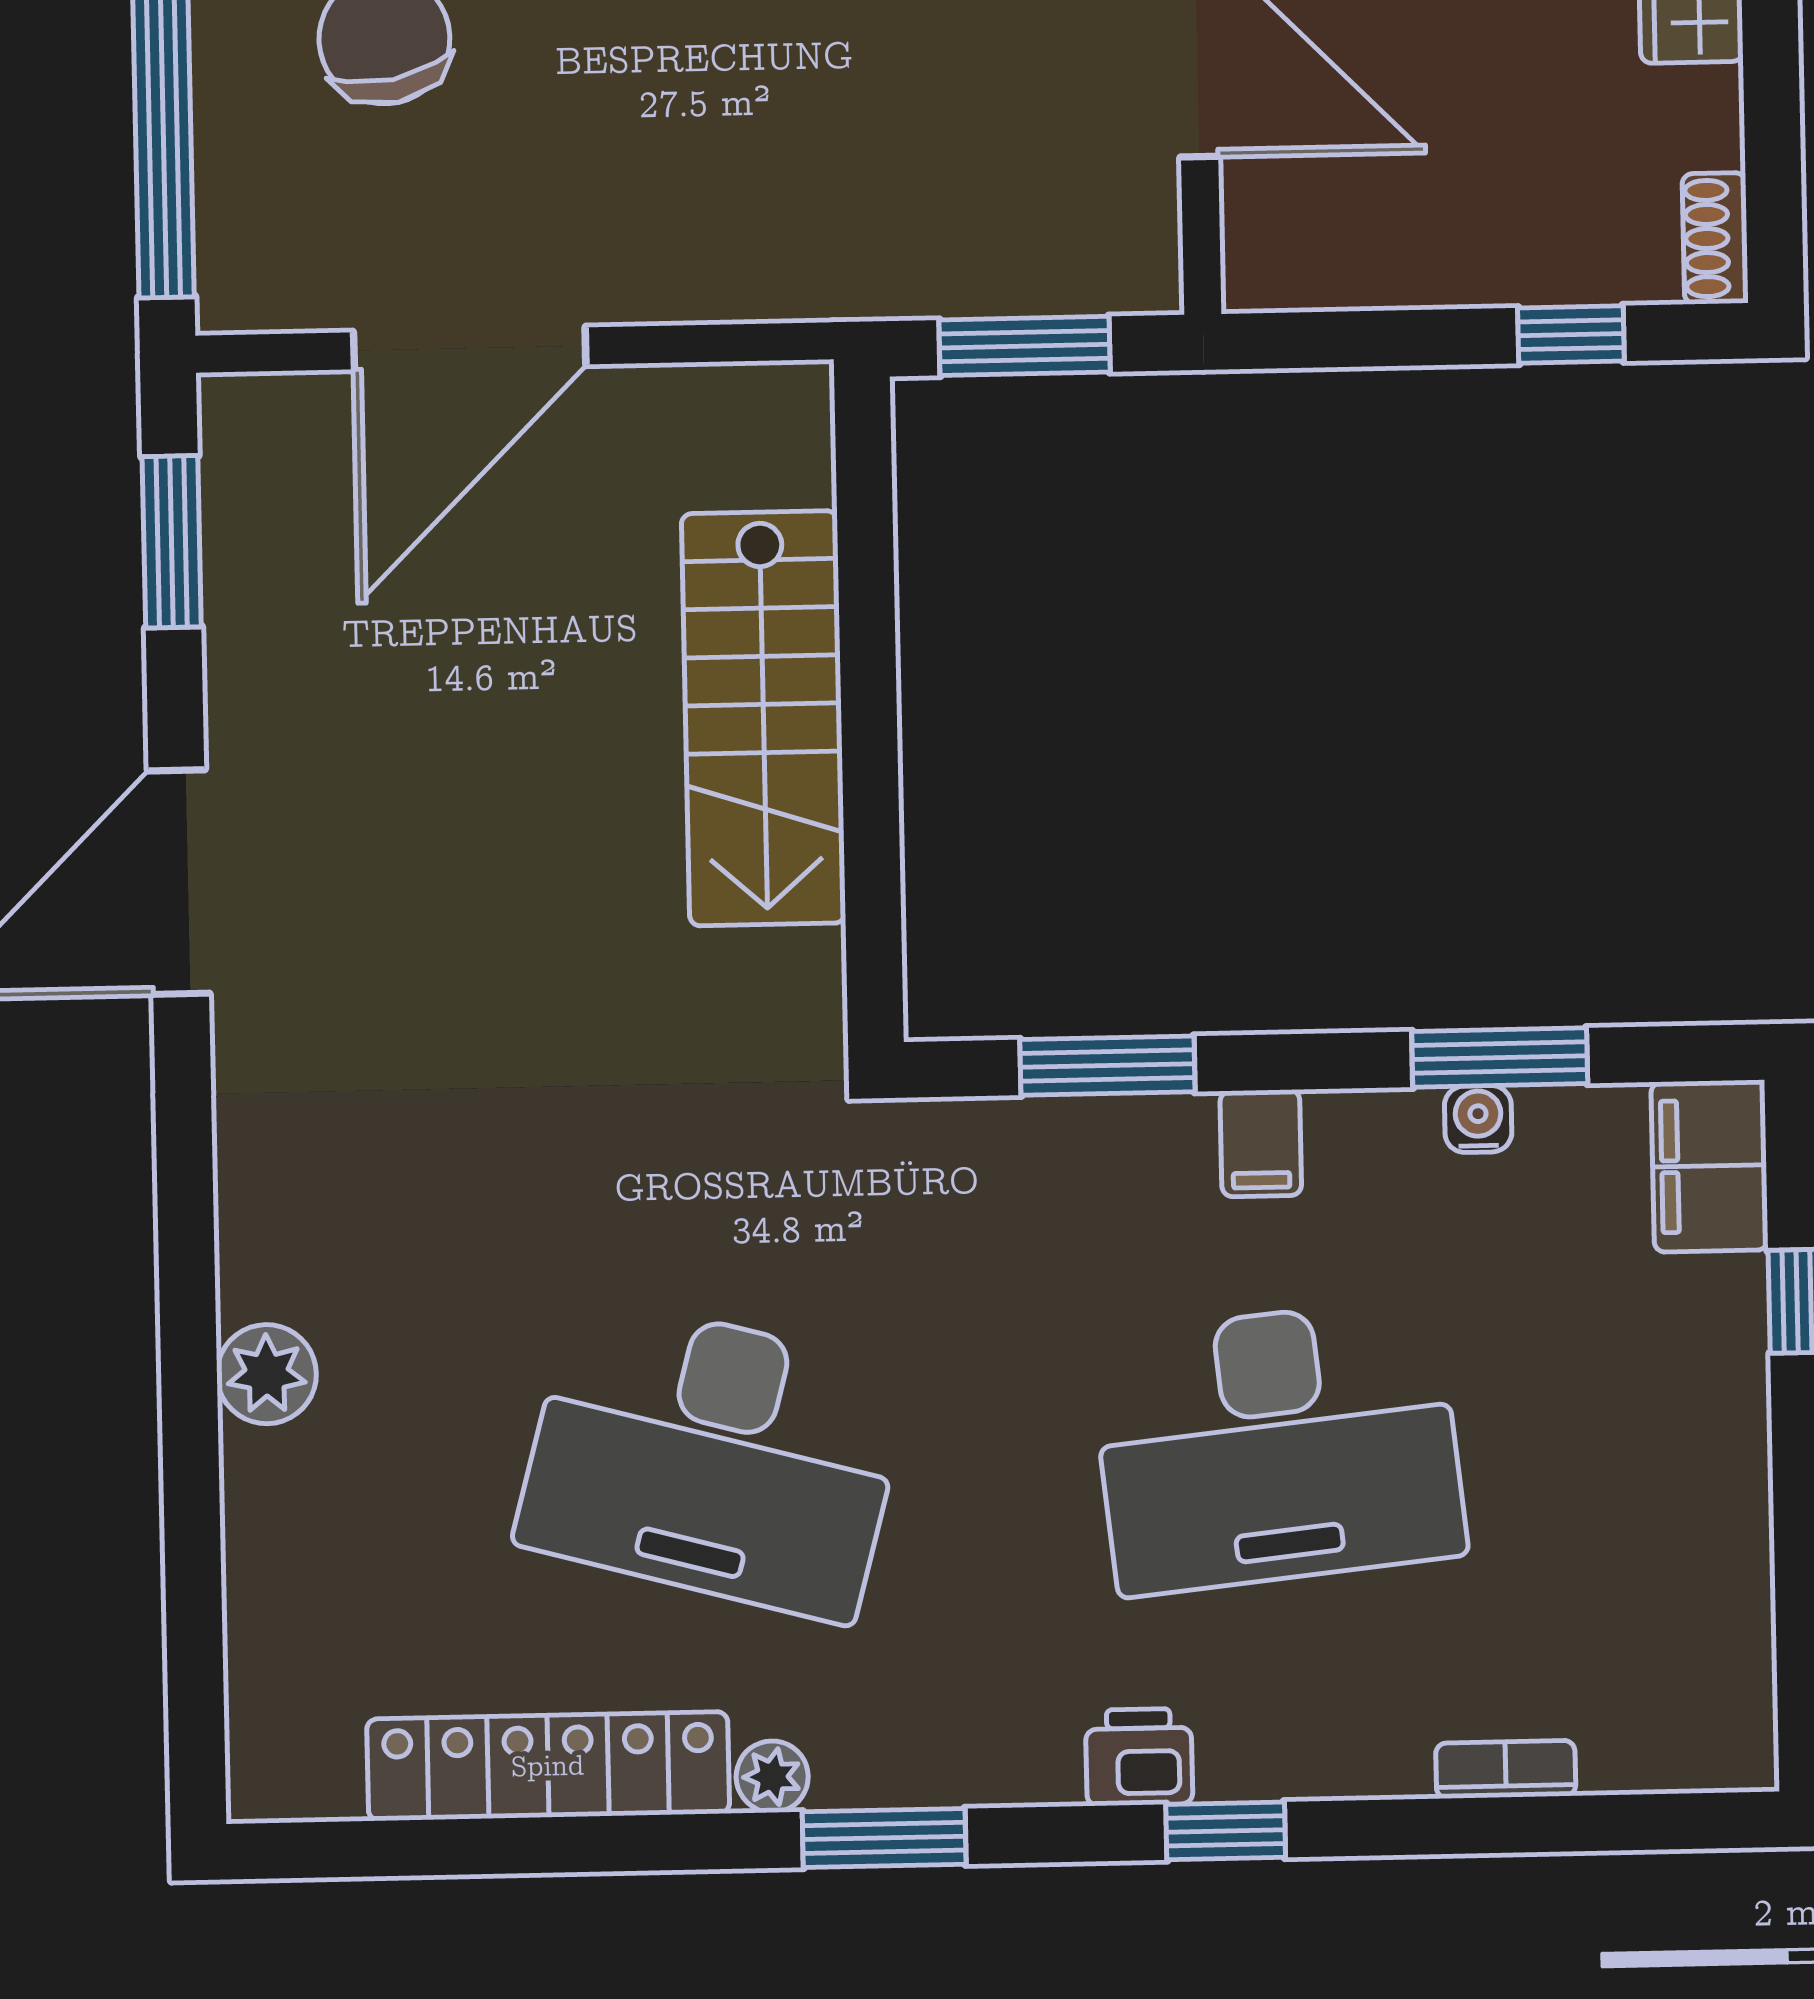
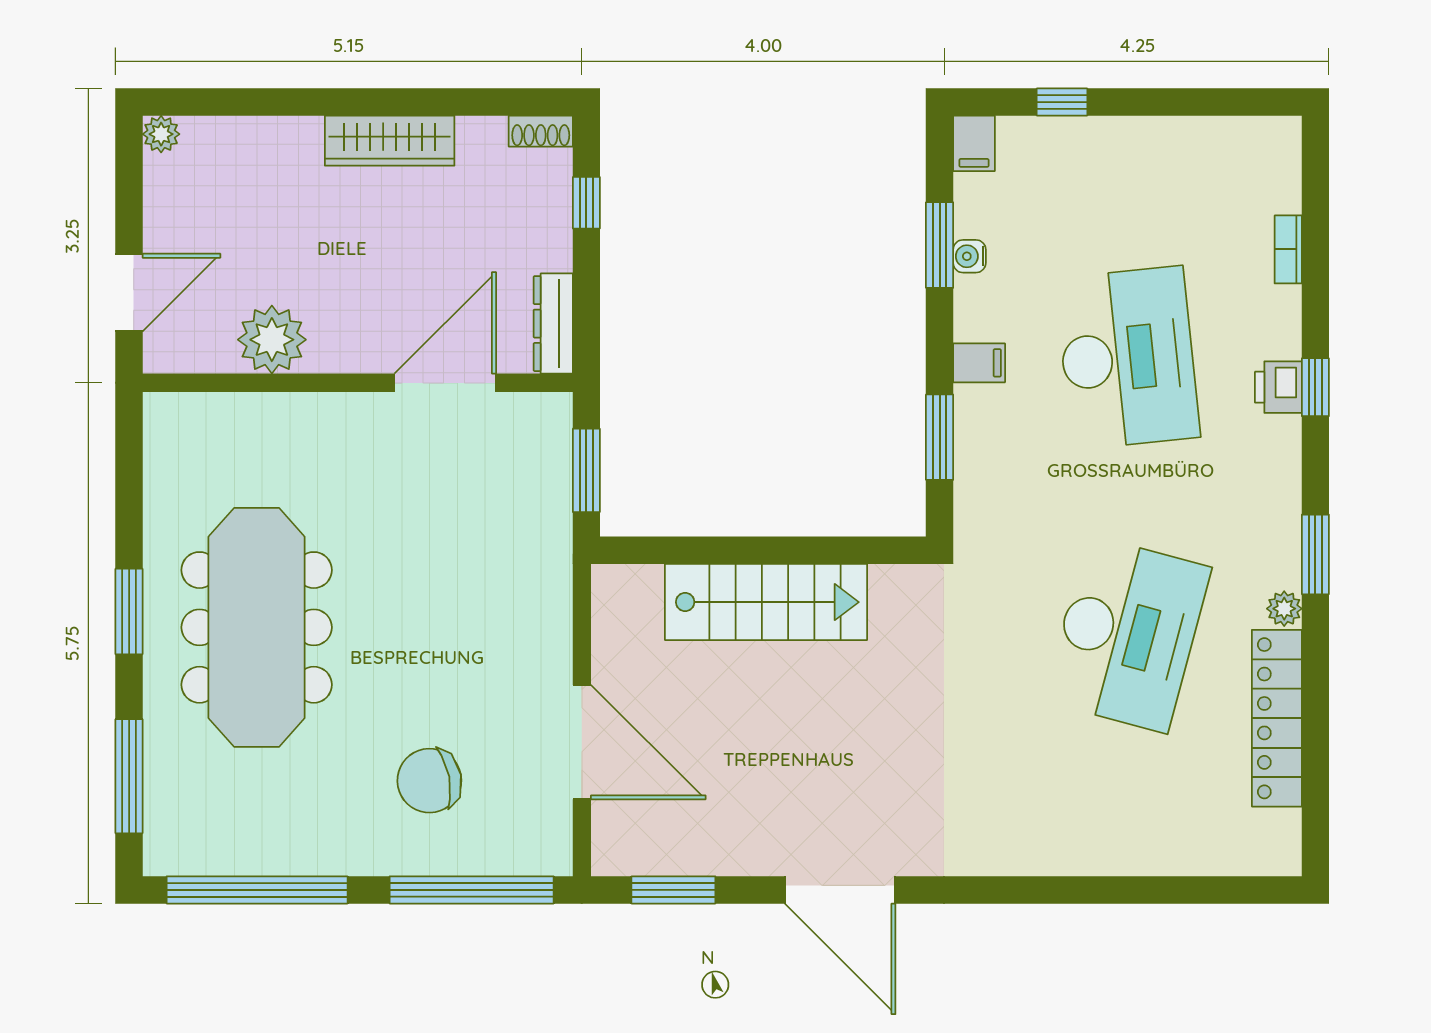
dresser: (1323, 272) -> (553, 324), added
filing cabinet: (1710, 1166) -> (974, 143), width x0.50
plant: (267, 1374) -> (1082, 852), removed
printer: (1139, 1757) -> (1278, 387), moved

